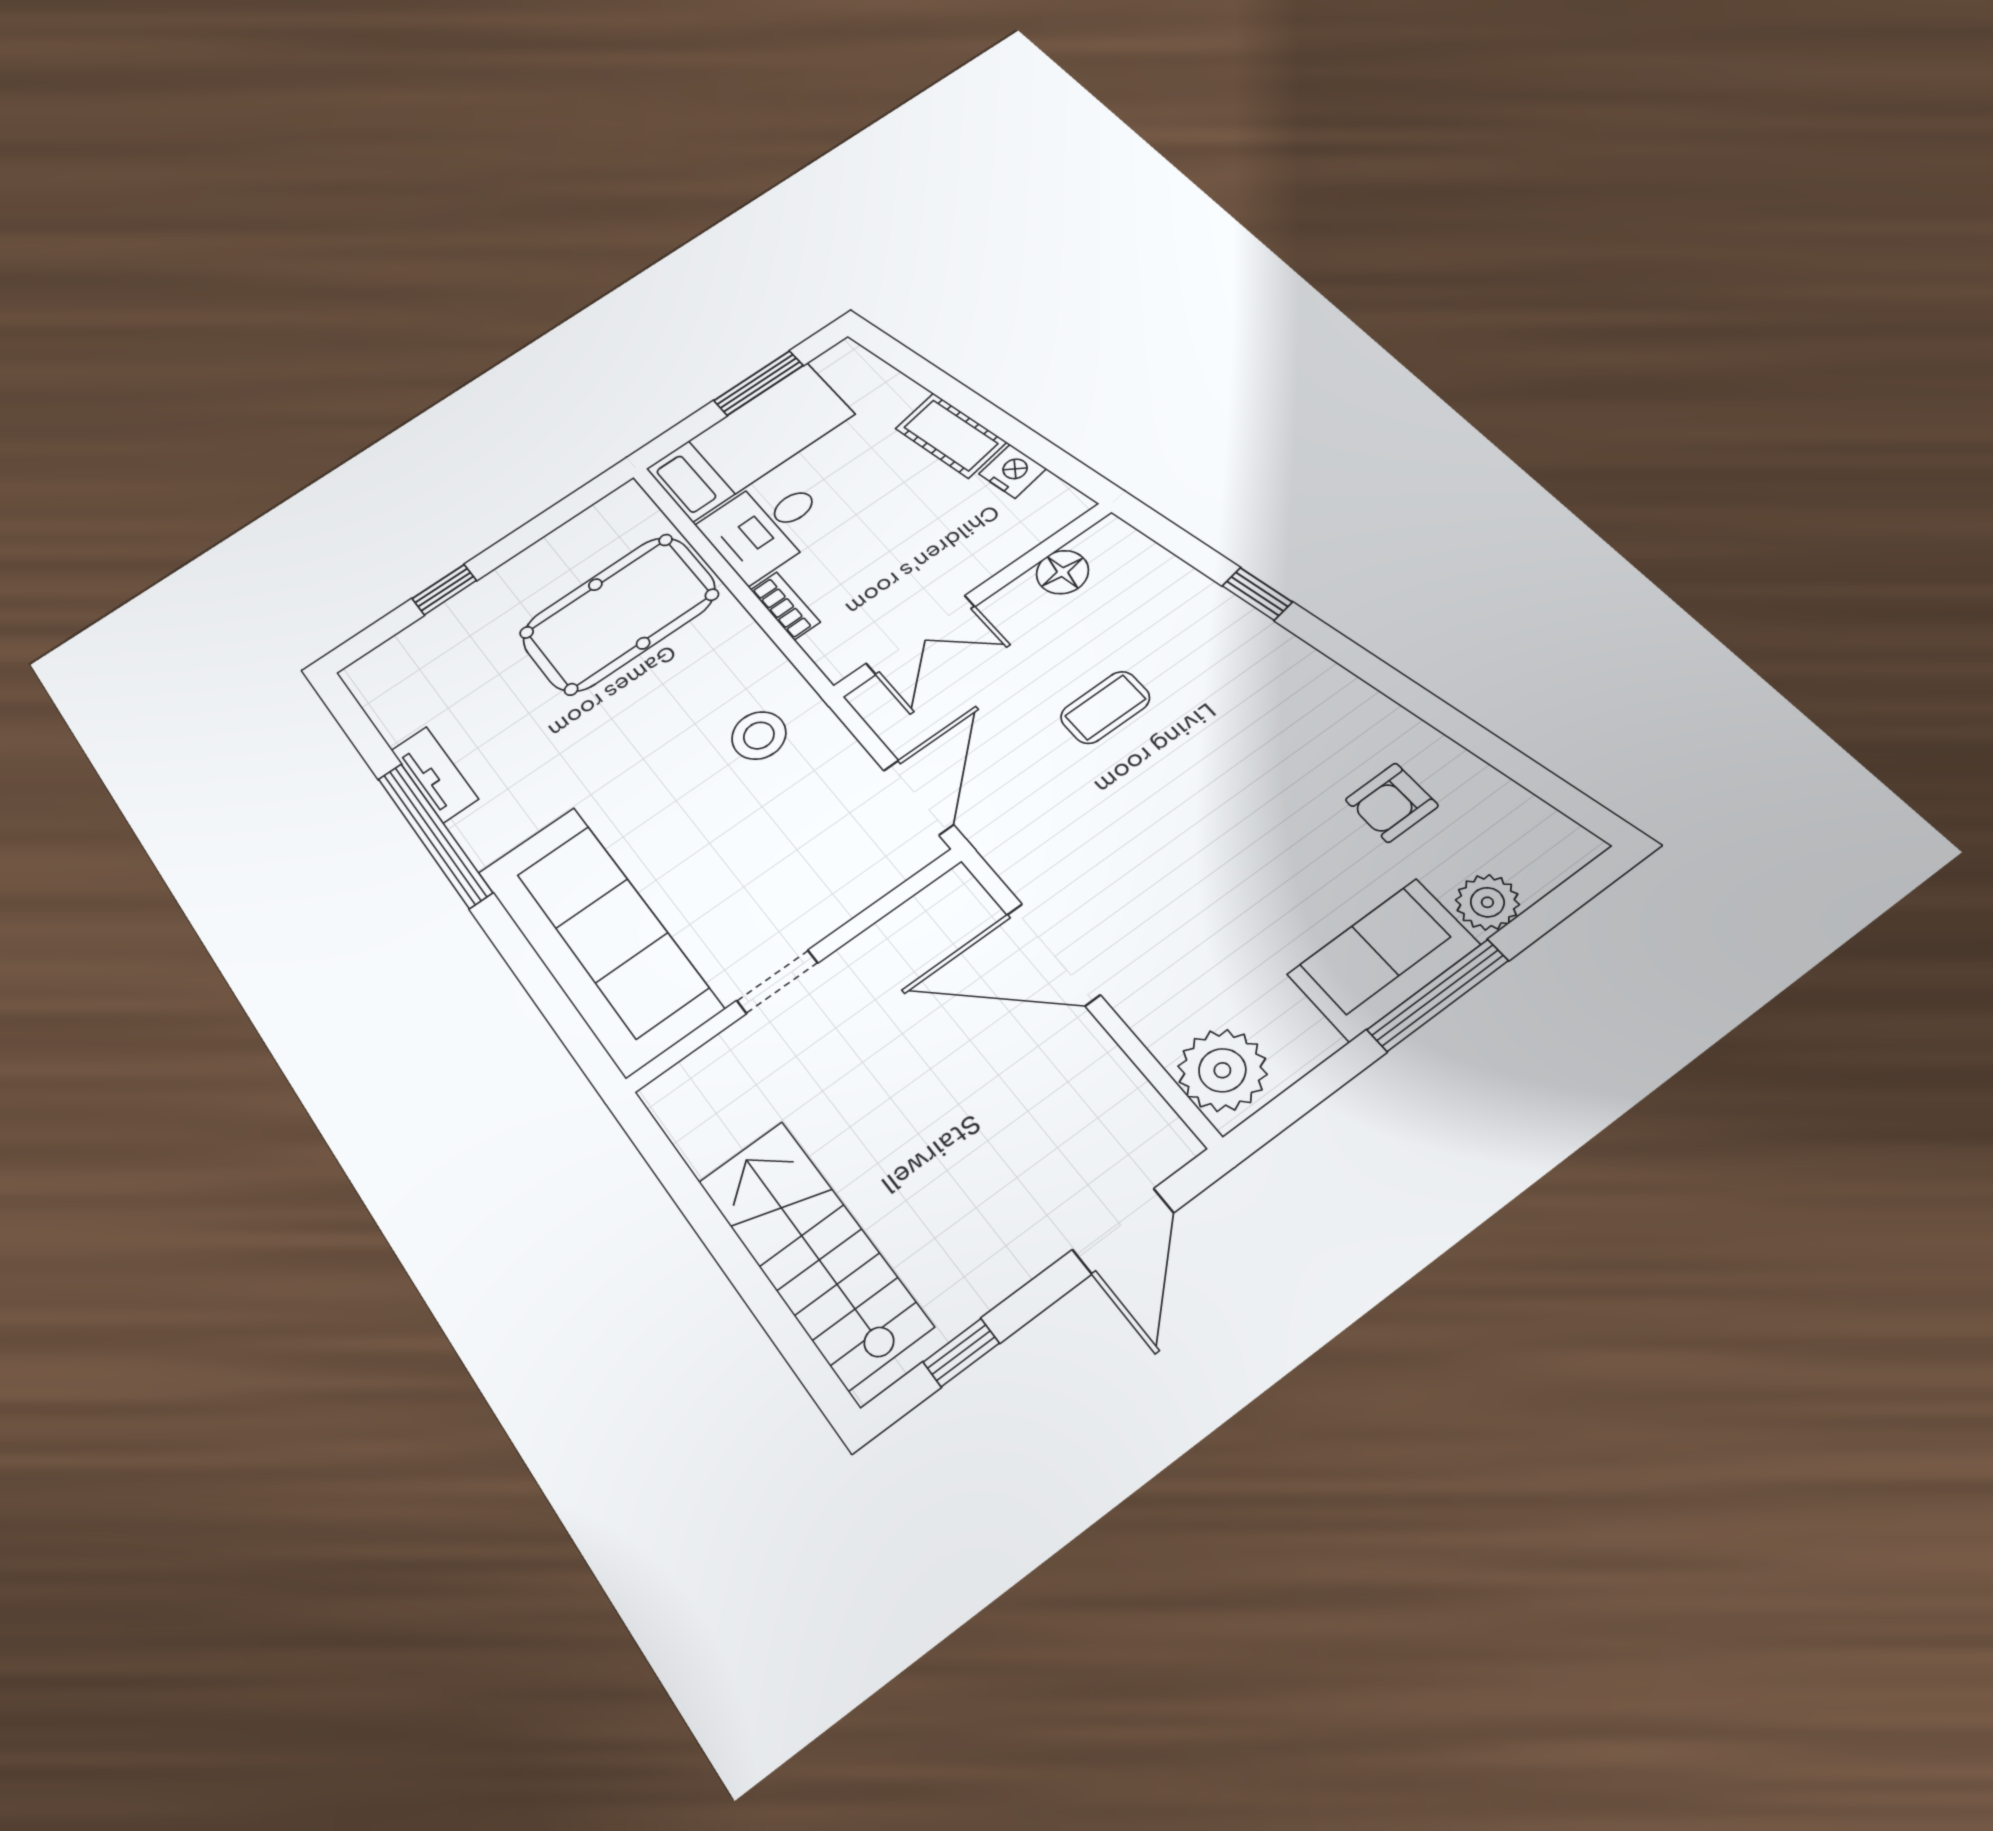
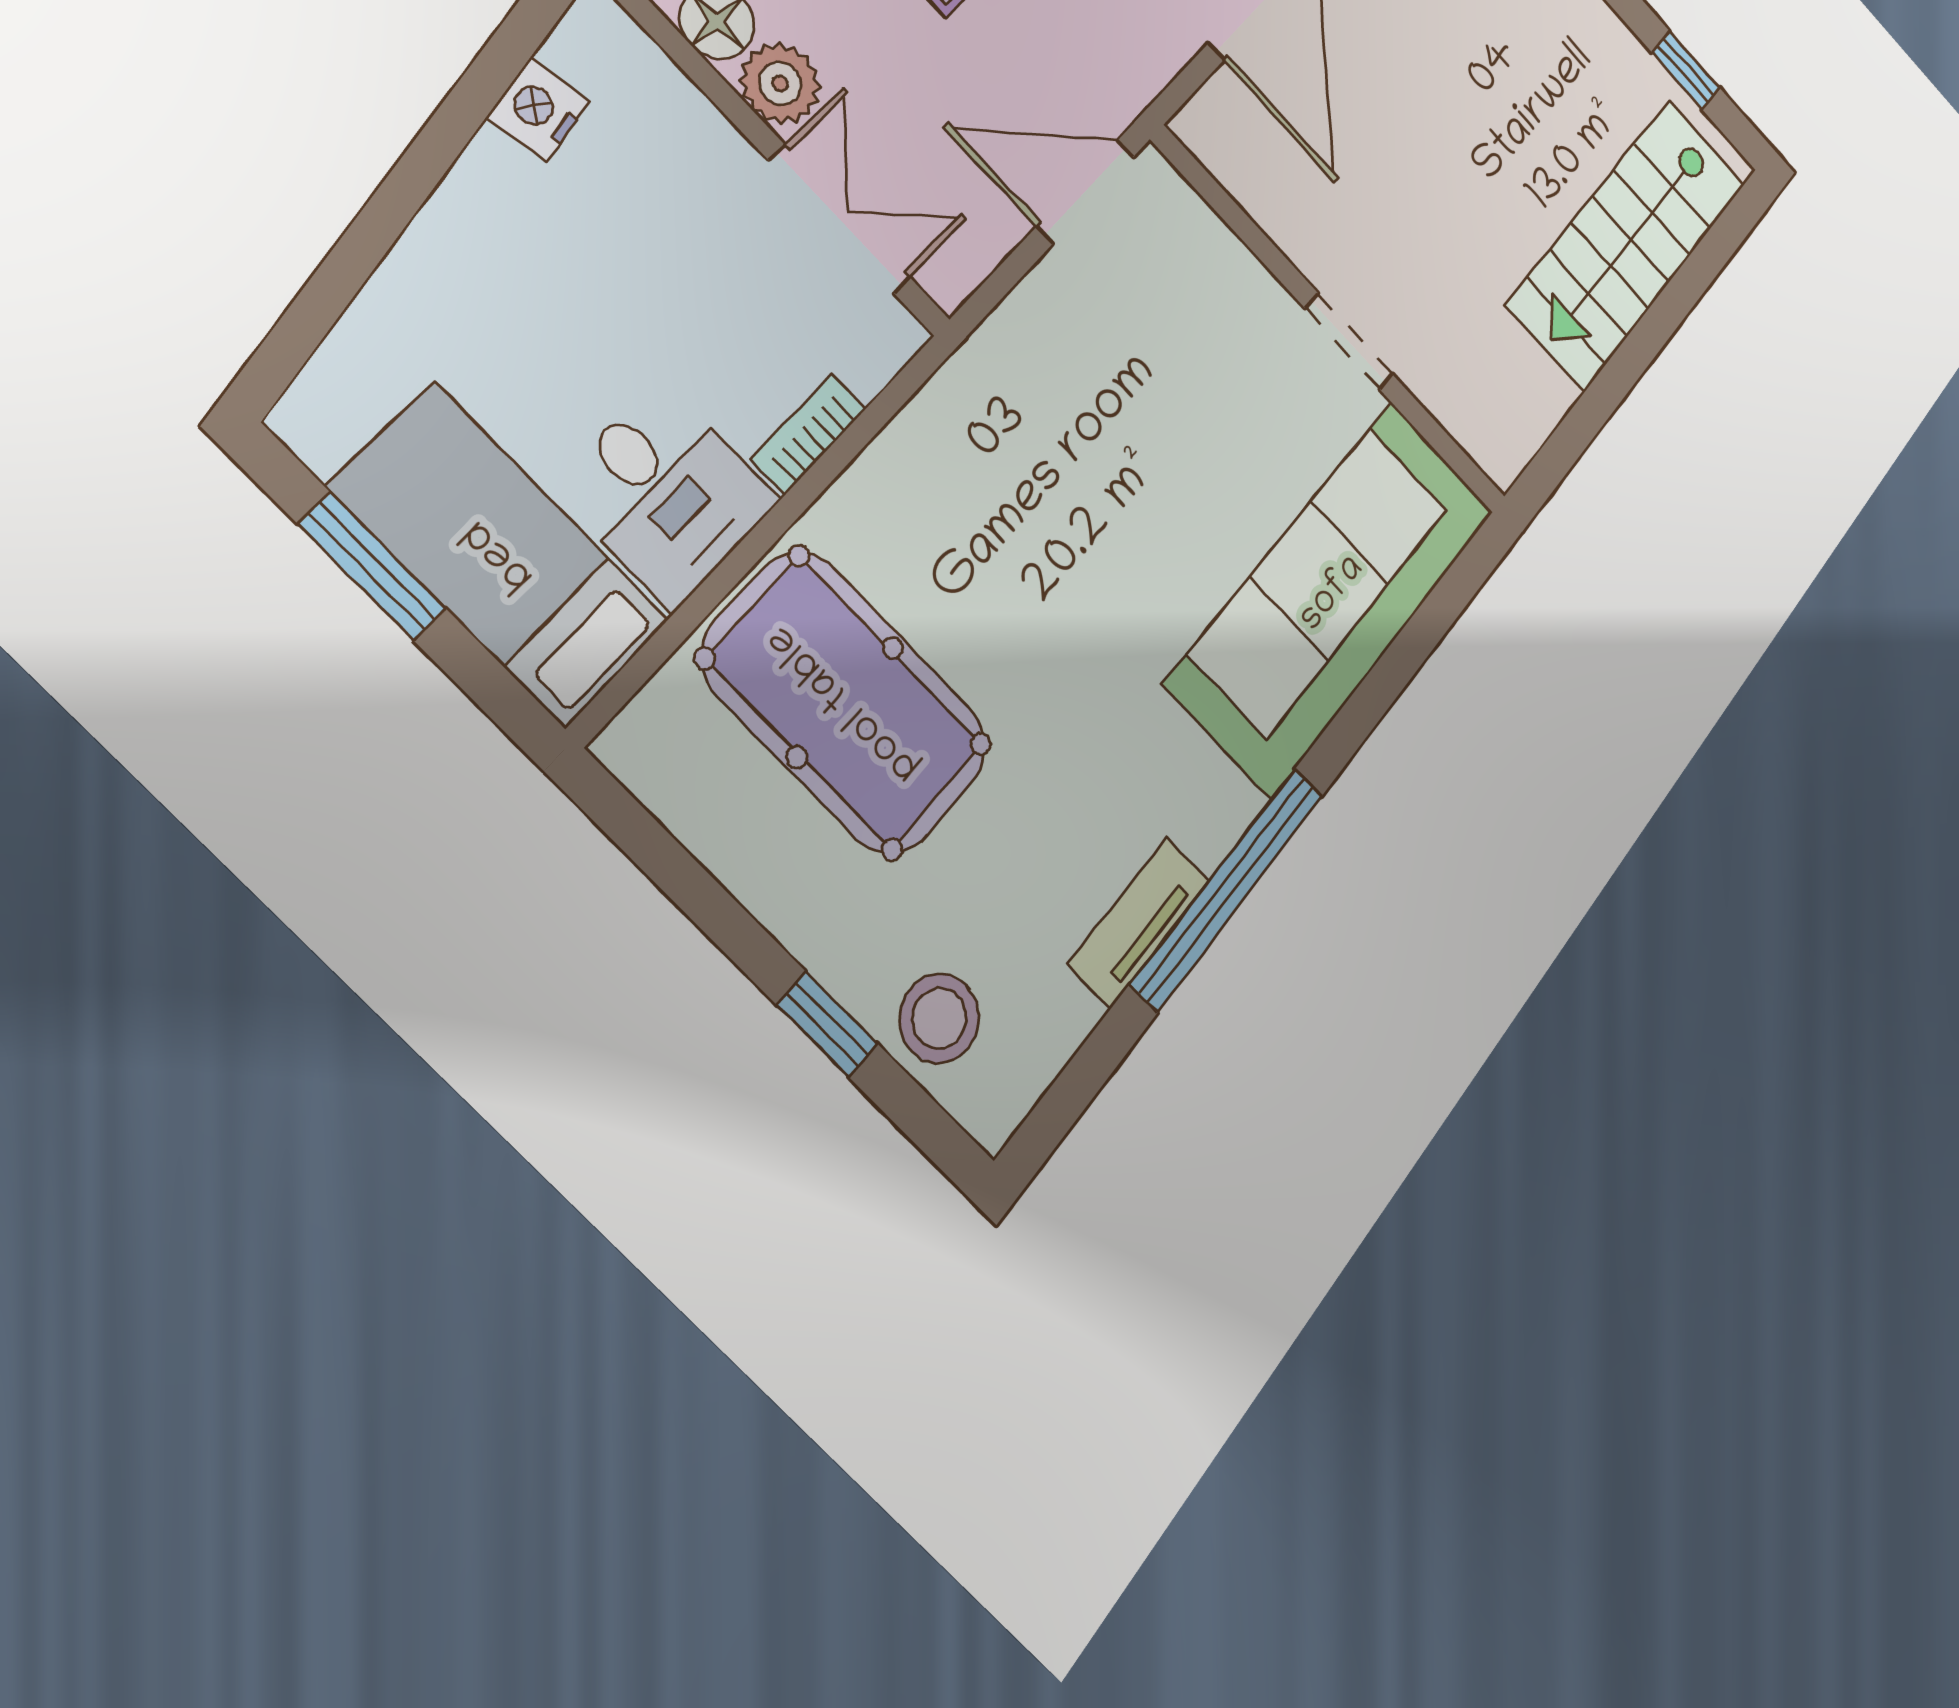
cot: (951, 435) -> (472, 215), removed
plant: (1017, 606) -> (780, 83), added
stool: (759, 736) -> (939, 1018), moved

